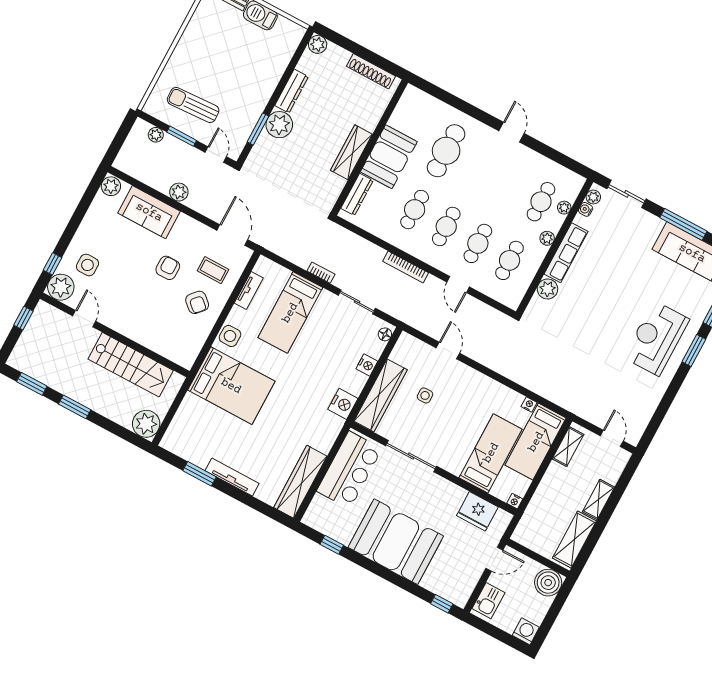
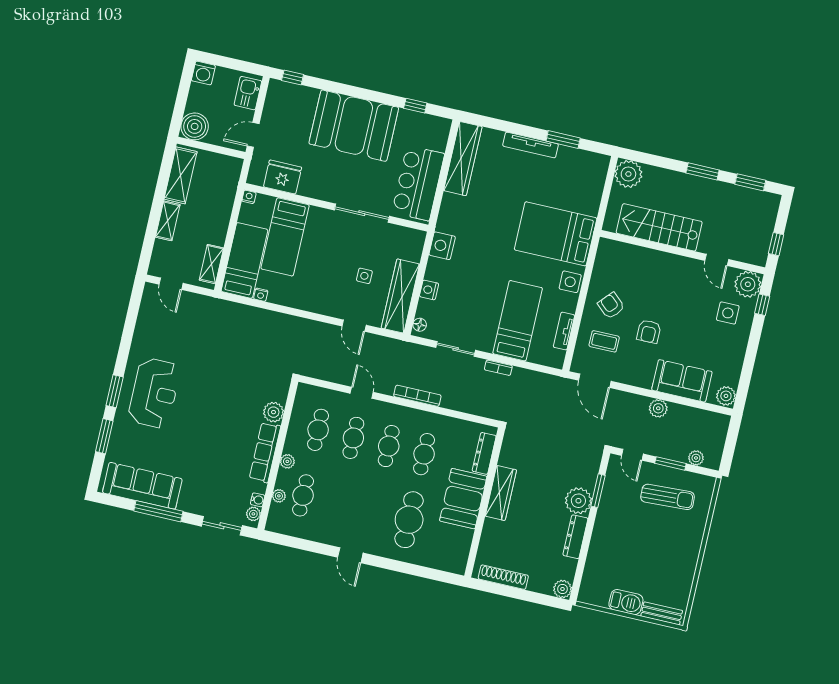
wardrobe: (381, 395) -> (400, 296), moved

